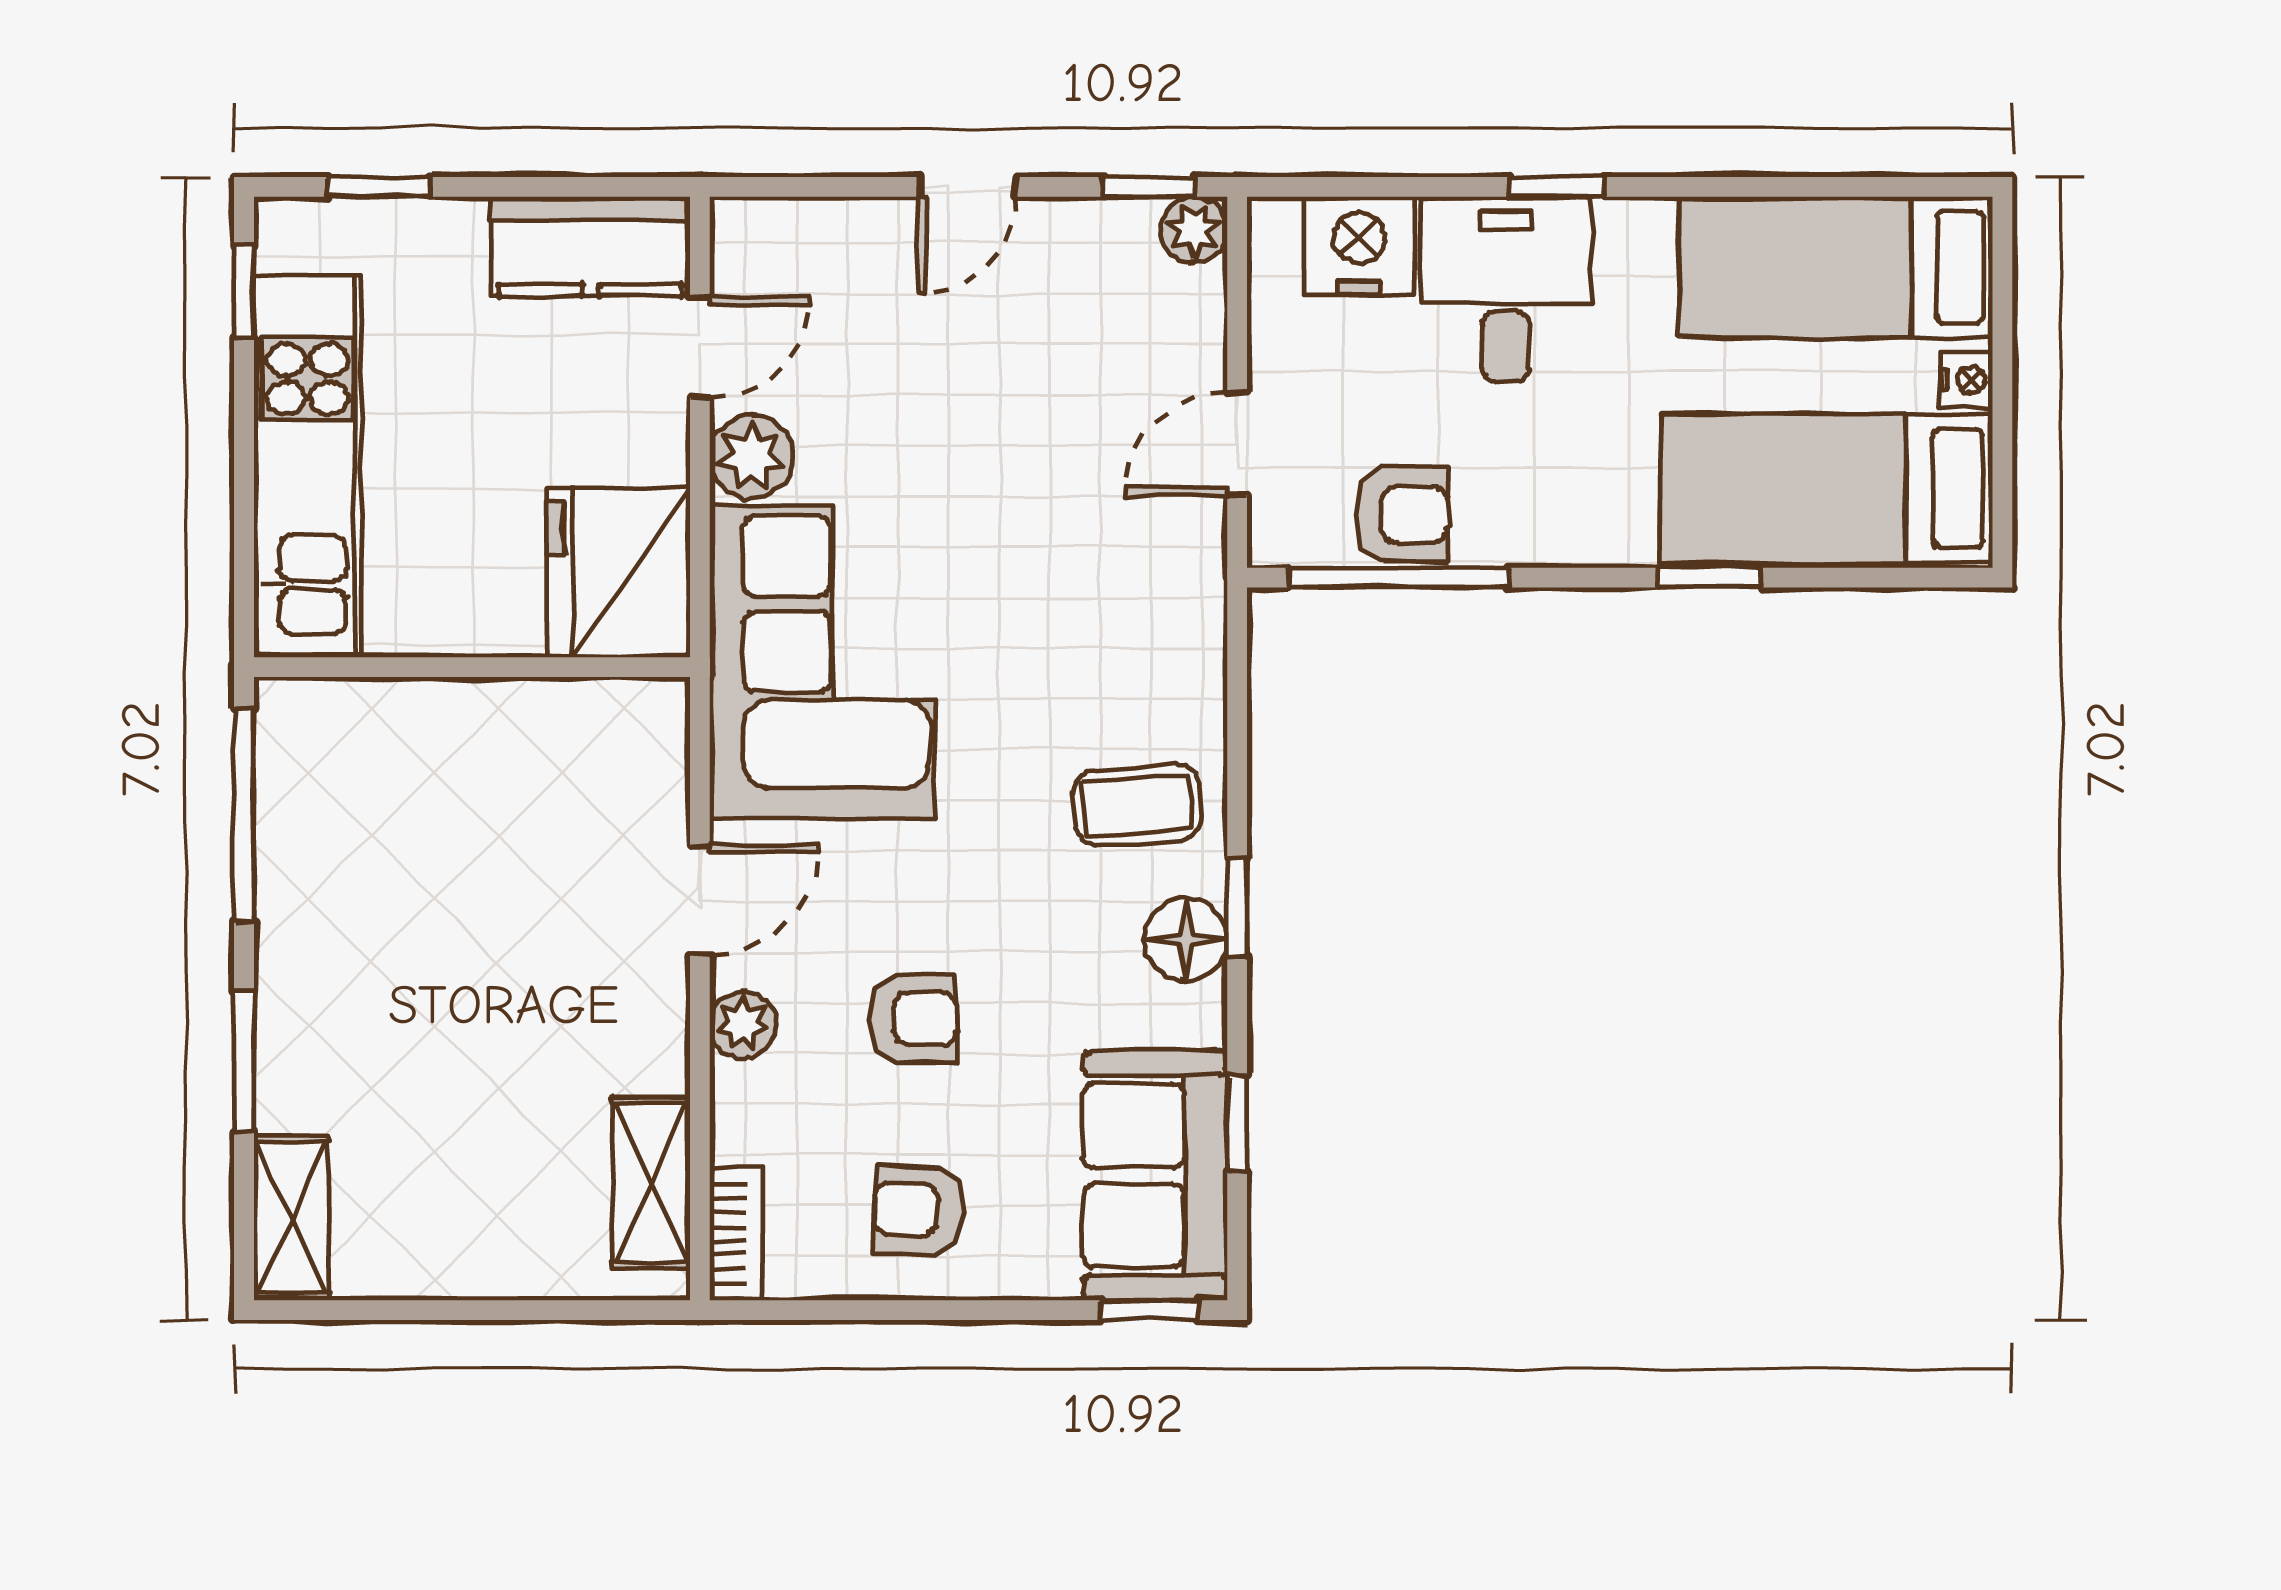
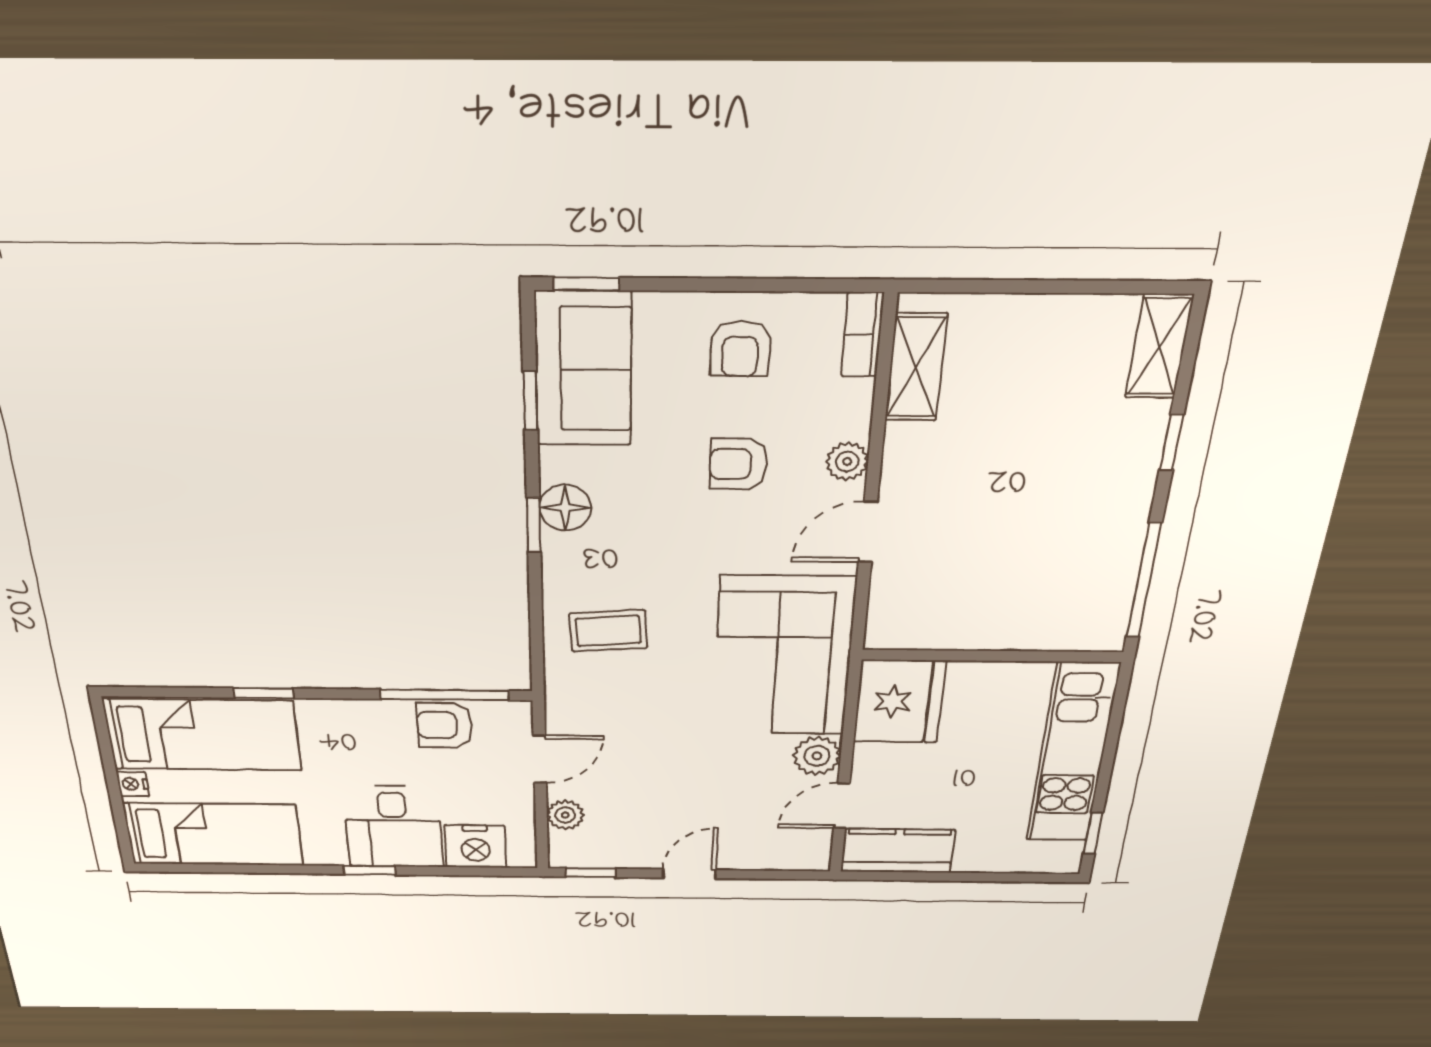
window: (379, 187) -> (1010, 877), removed
plant: (1194, 230) -> (565, 815), moved
coffee table: (1137, 805) -> (608, 631), moved
window: (244, 1061) -> (1171, 443), width x0.67
armchair: (918, 1210) -> (740, 349), turned 87

